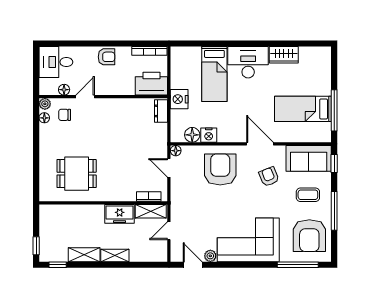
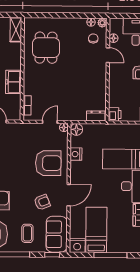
printer: (151, 84) -> (115, 114), width x0.53, depth x0.68
nightstand: (179, 99) -> (77, 246), moved, turned 180
window: (334, 110) -> (110, 255), moved
floor lamp: (192, 135) -> (76, 129), moved
shelving: (151, 211) -> (16, 30), moved

